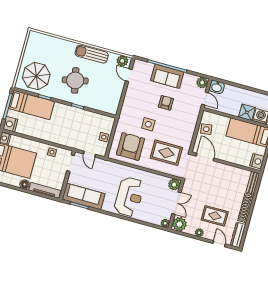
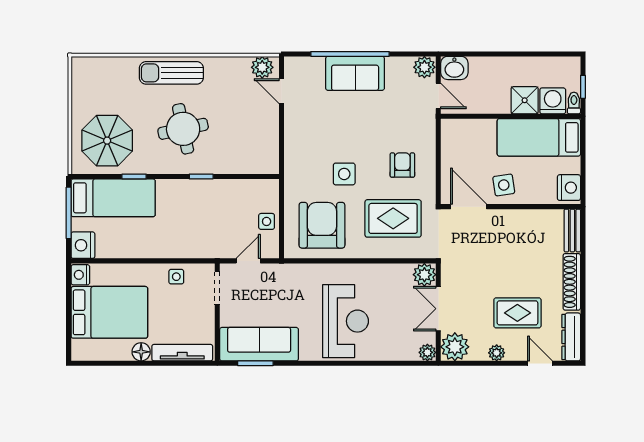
sun lounger: (92, 54) -> (171, 73), moved
armchair: (166, 103) -> (402, 165), moved
side table: (206, 129) -> (504, 185), moved
door: (89, 154) -> (248, 261), swing flipped
double door: (176, 203) -> (438, 309), swing flipped

